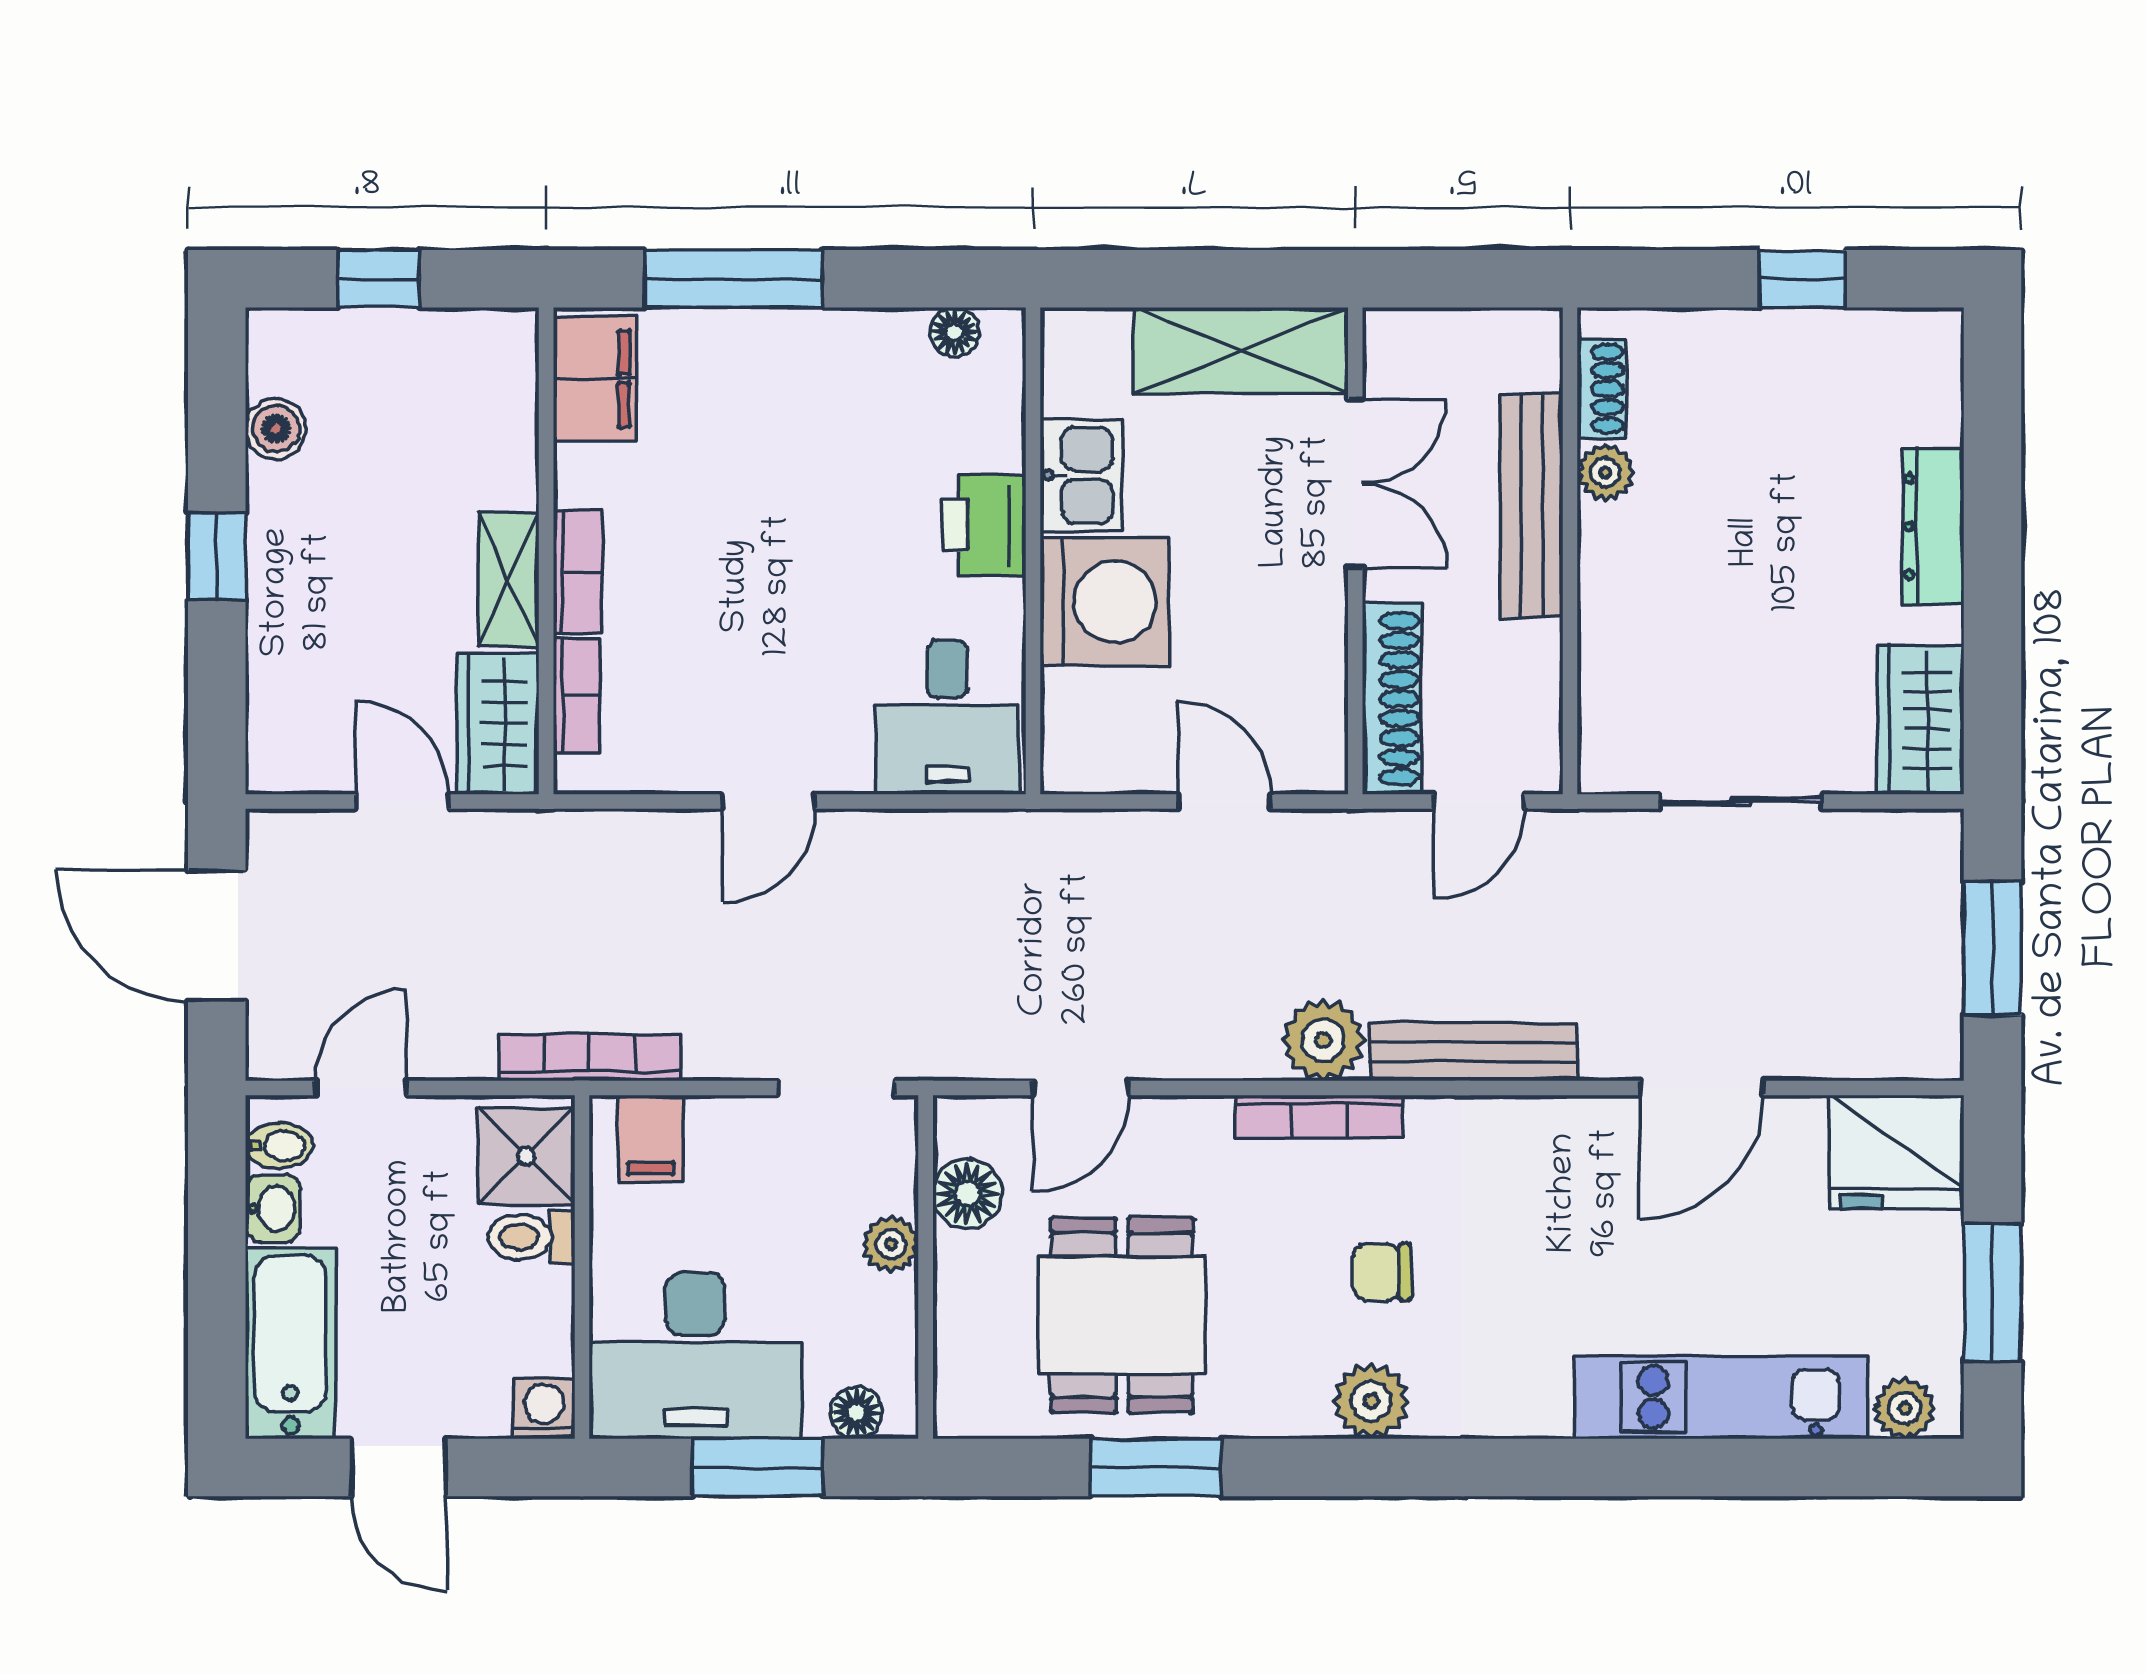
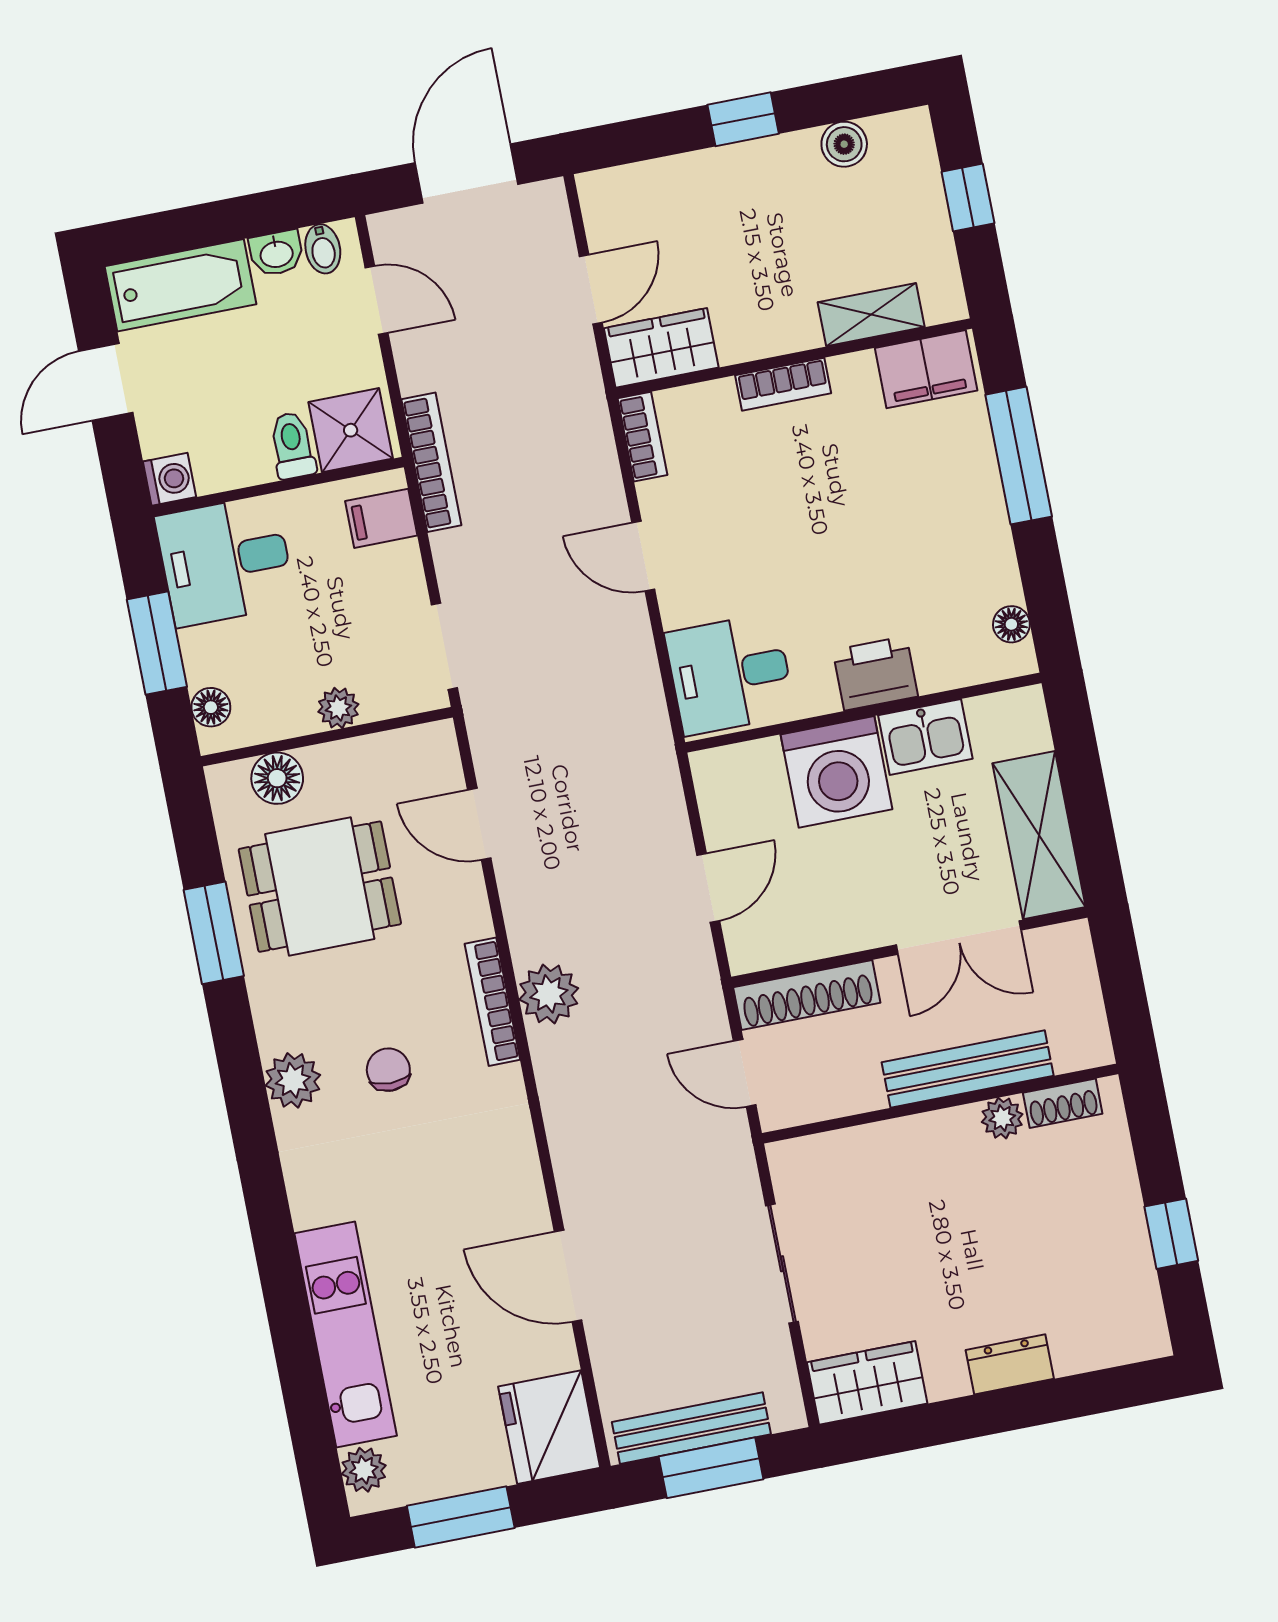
dresser: (1933, 526) -> (1010, 1364), width x0.70
shelving: (509, 579) -> (871, 315), moved
bookcase: (576, 696) -> (642, 437), moved, turned -90
bench: (1473, 1052) -> (691, 1428), moved, turned 90
floor lamp: (968, 1194) -> (277, 778), moved
desk: (695, 1355) -> (225, 561), width x0.73

